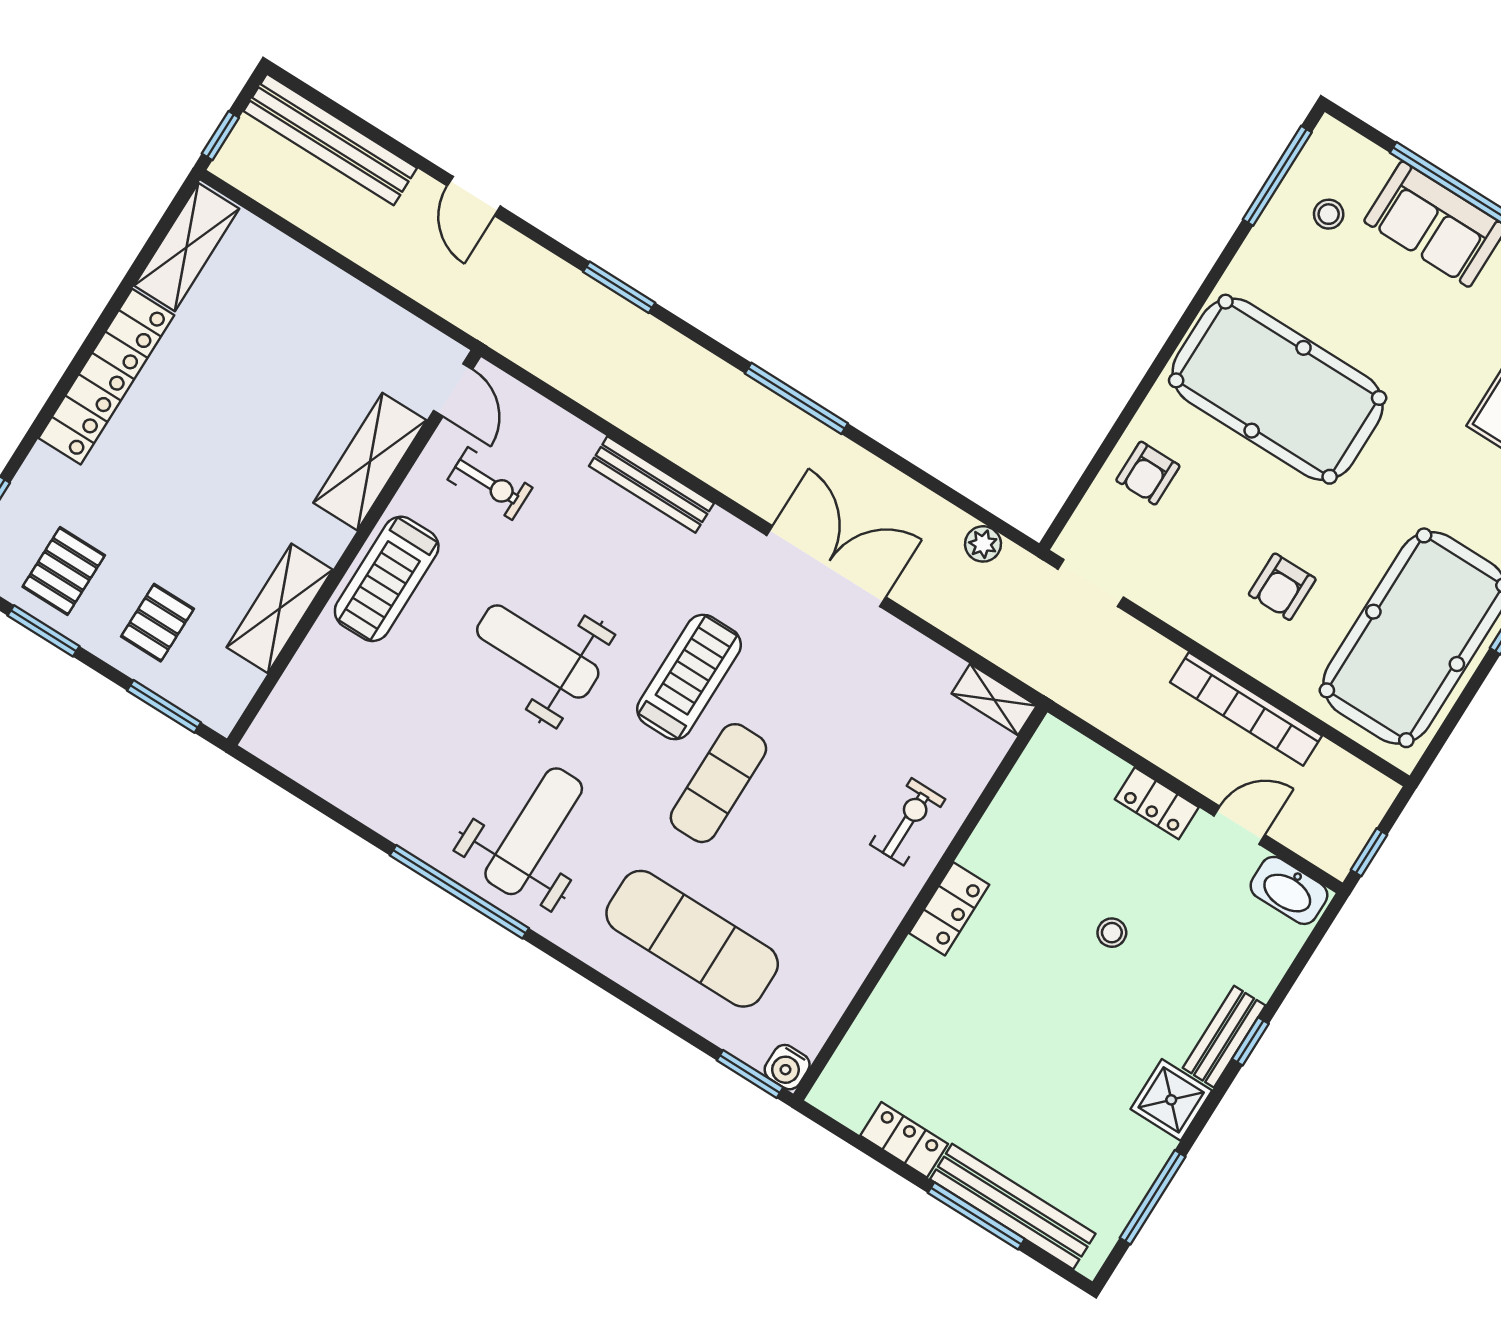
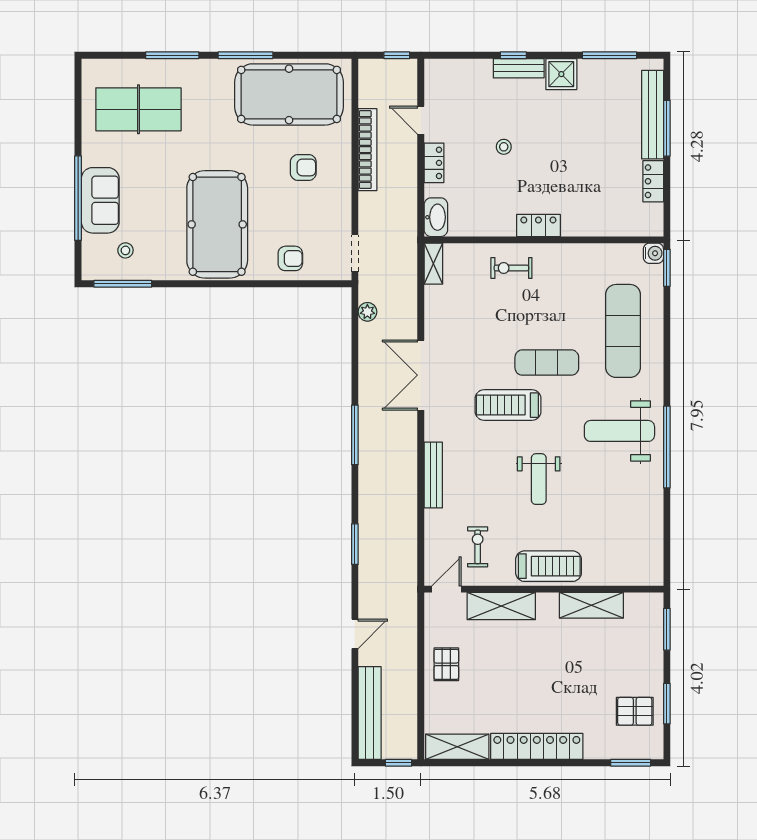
pallet: (157, 623) -> (446, 664), moved, turned 90
weight bench: (538, 651) -> (539, 479), width x0.73, depth x0.75
washbasin: (1289, 890) -> (436, 217), moved

